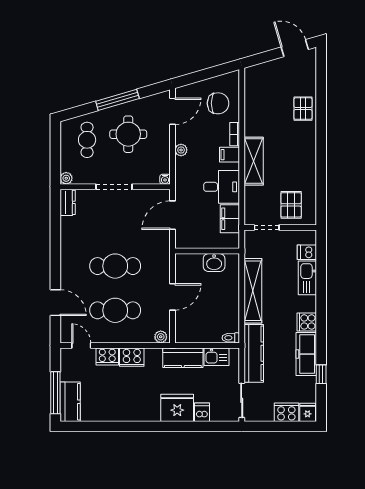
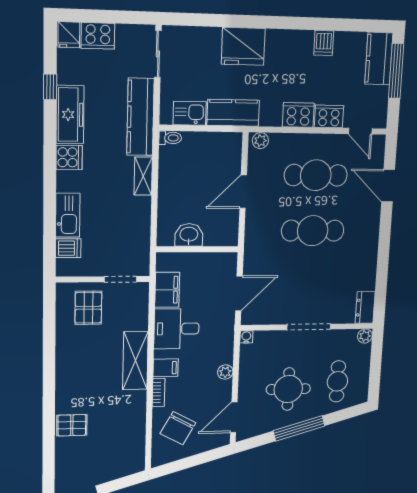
chair: (218, 103) -> (178, 428), turned -61
pallet: (303, 109) -> (72, 425), turned 90
shelving: (253, 291) -> (143, 176), width x0.45, depth x0.75
dishwasher: (202, 412) -> (324, 43), moved

